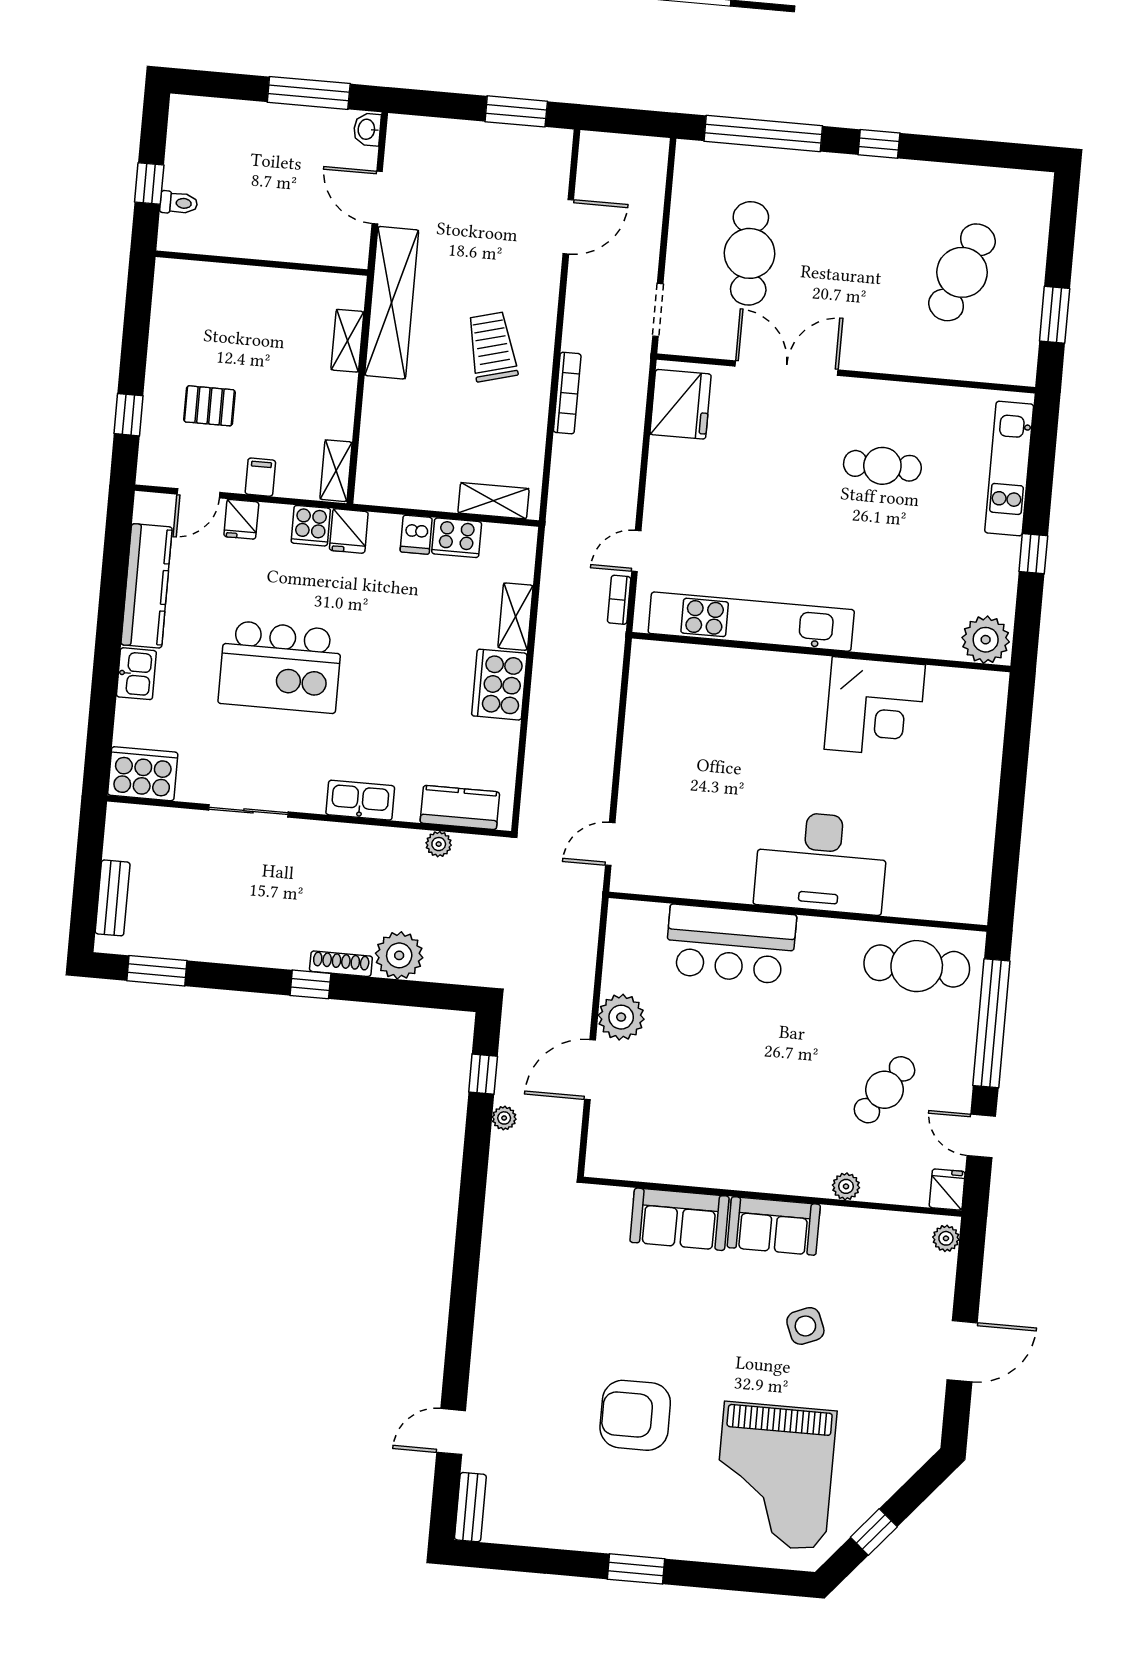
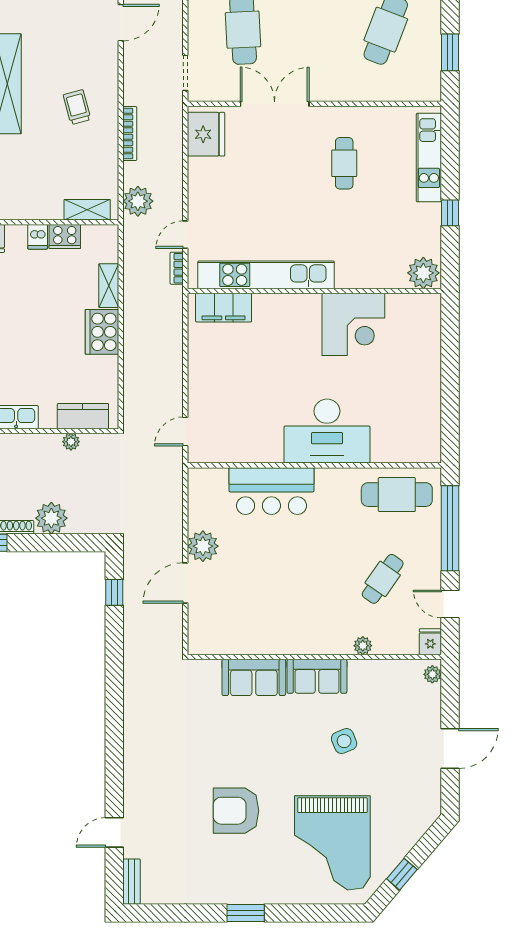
trolley: (492, 347) -> (77, 107), width x0.73, depth x0.72
cafe table: (882, 466) -> (344, 163), turned 90
filing cabinet: (684, 665) -> (224, 308), added
plant: (504, 1118) -> (138, 201), moved, width x1.88, depth x1.88

